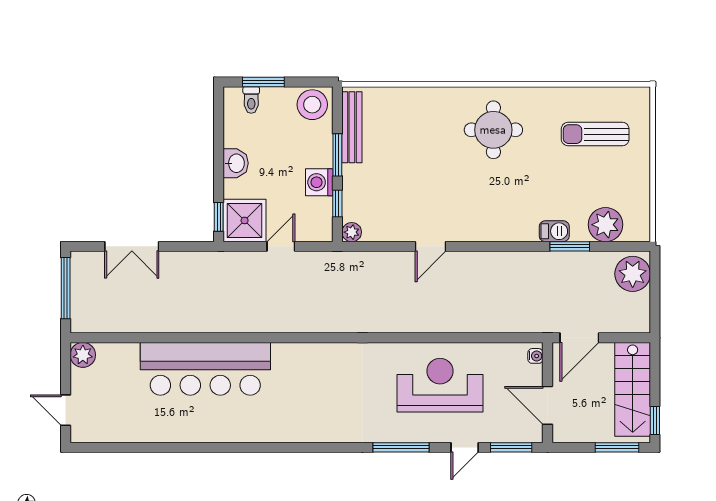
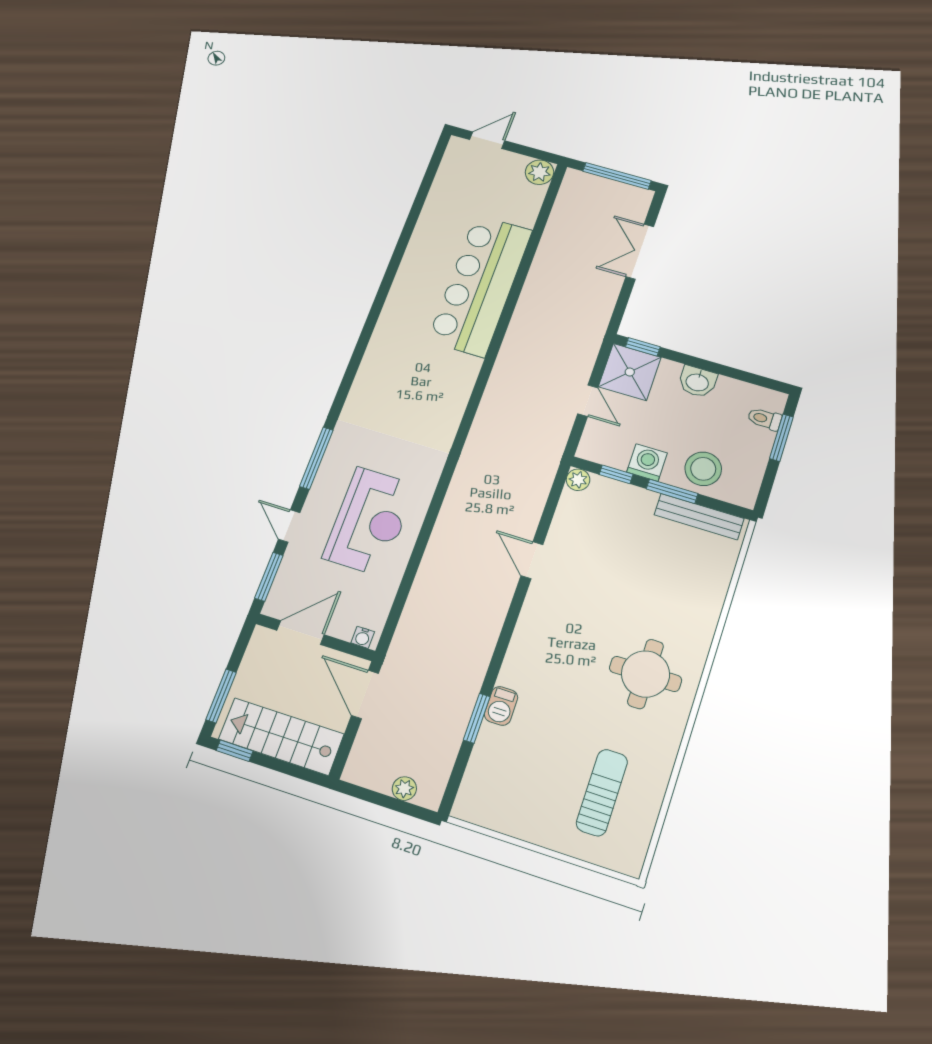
stool: (312, 105) -> (703, 469), moved
plant: (605, 225) -> (488, 769), removed
plant: (633, 274) -> (404, 789), width x0.53, depth x0.53

